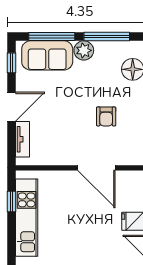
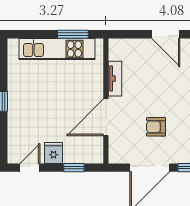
tv unit: (23, 139) -> (115, 79), moved, turned -90
window: (12, 201) -> (73, 34), width x1.50

